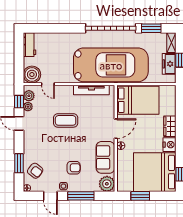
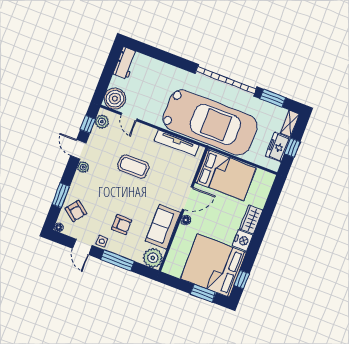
plant: (28, 107) -> (83, 167), moved
window: (140, 196) -> (203, 293), moved

